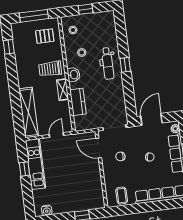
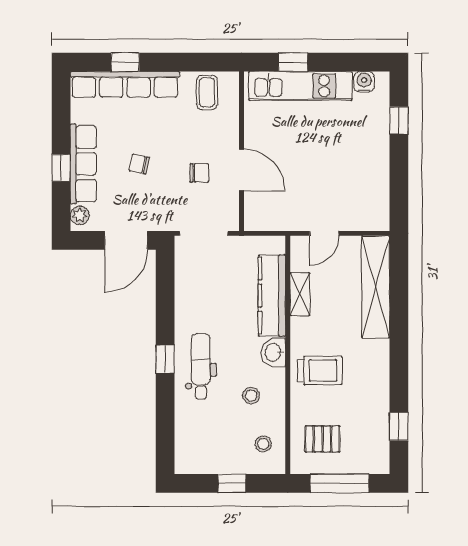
shelving: (63, 90) -> (300, 294), moved
kitchen counter: (78, 102) -> (272, 296), width x1.50
door: (99, 148) -> (242, 170), moved
kitchen unit: (35, 164) -> (300, 86), moved, turned -90
window: (24, 169) -> (399, 120), moved
window: (163, 205) -> (125, 62), added

